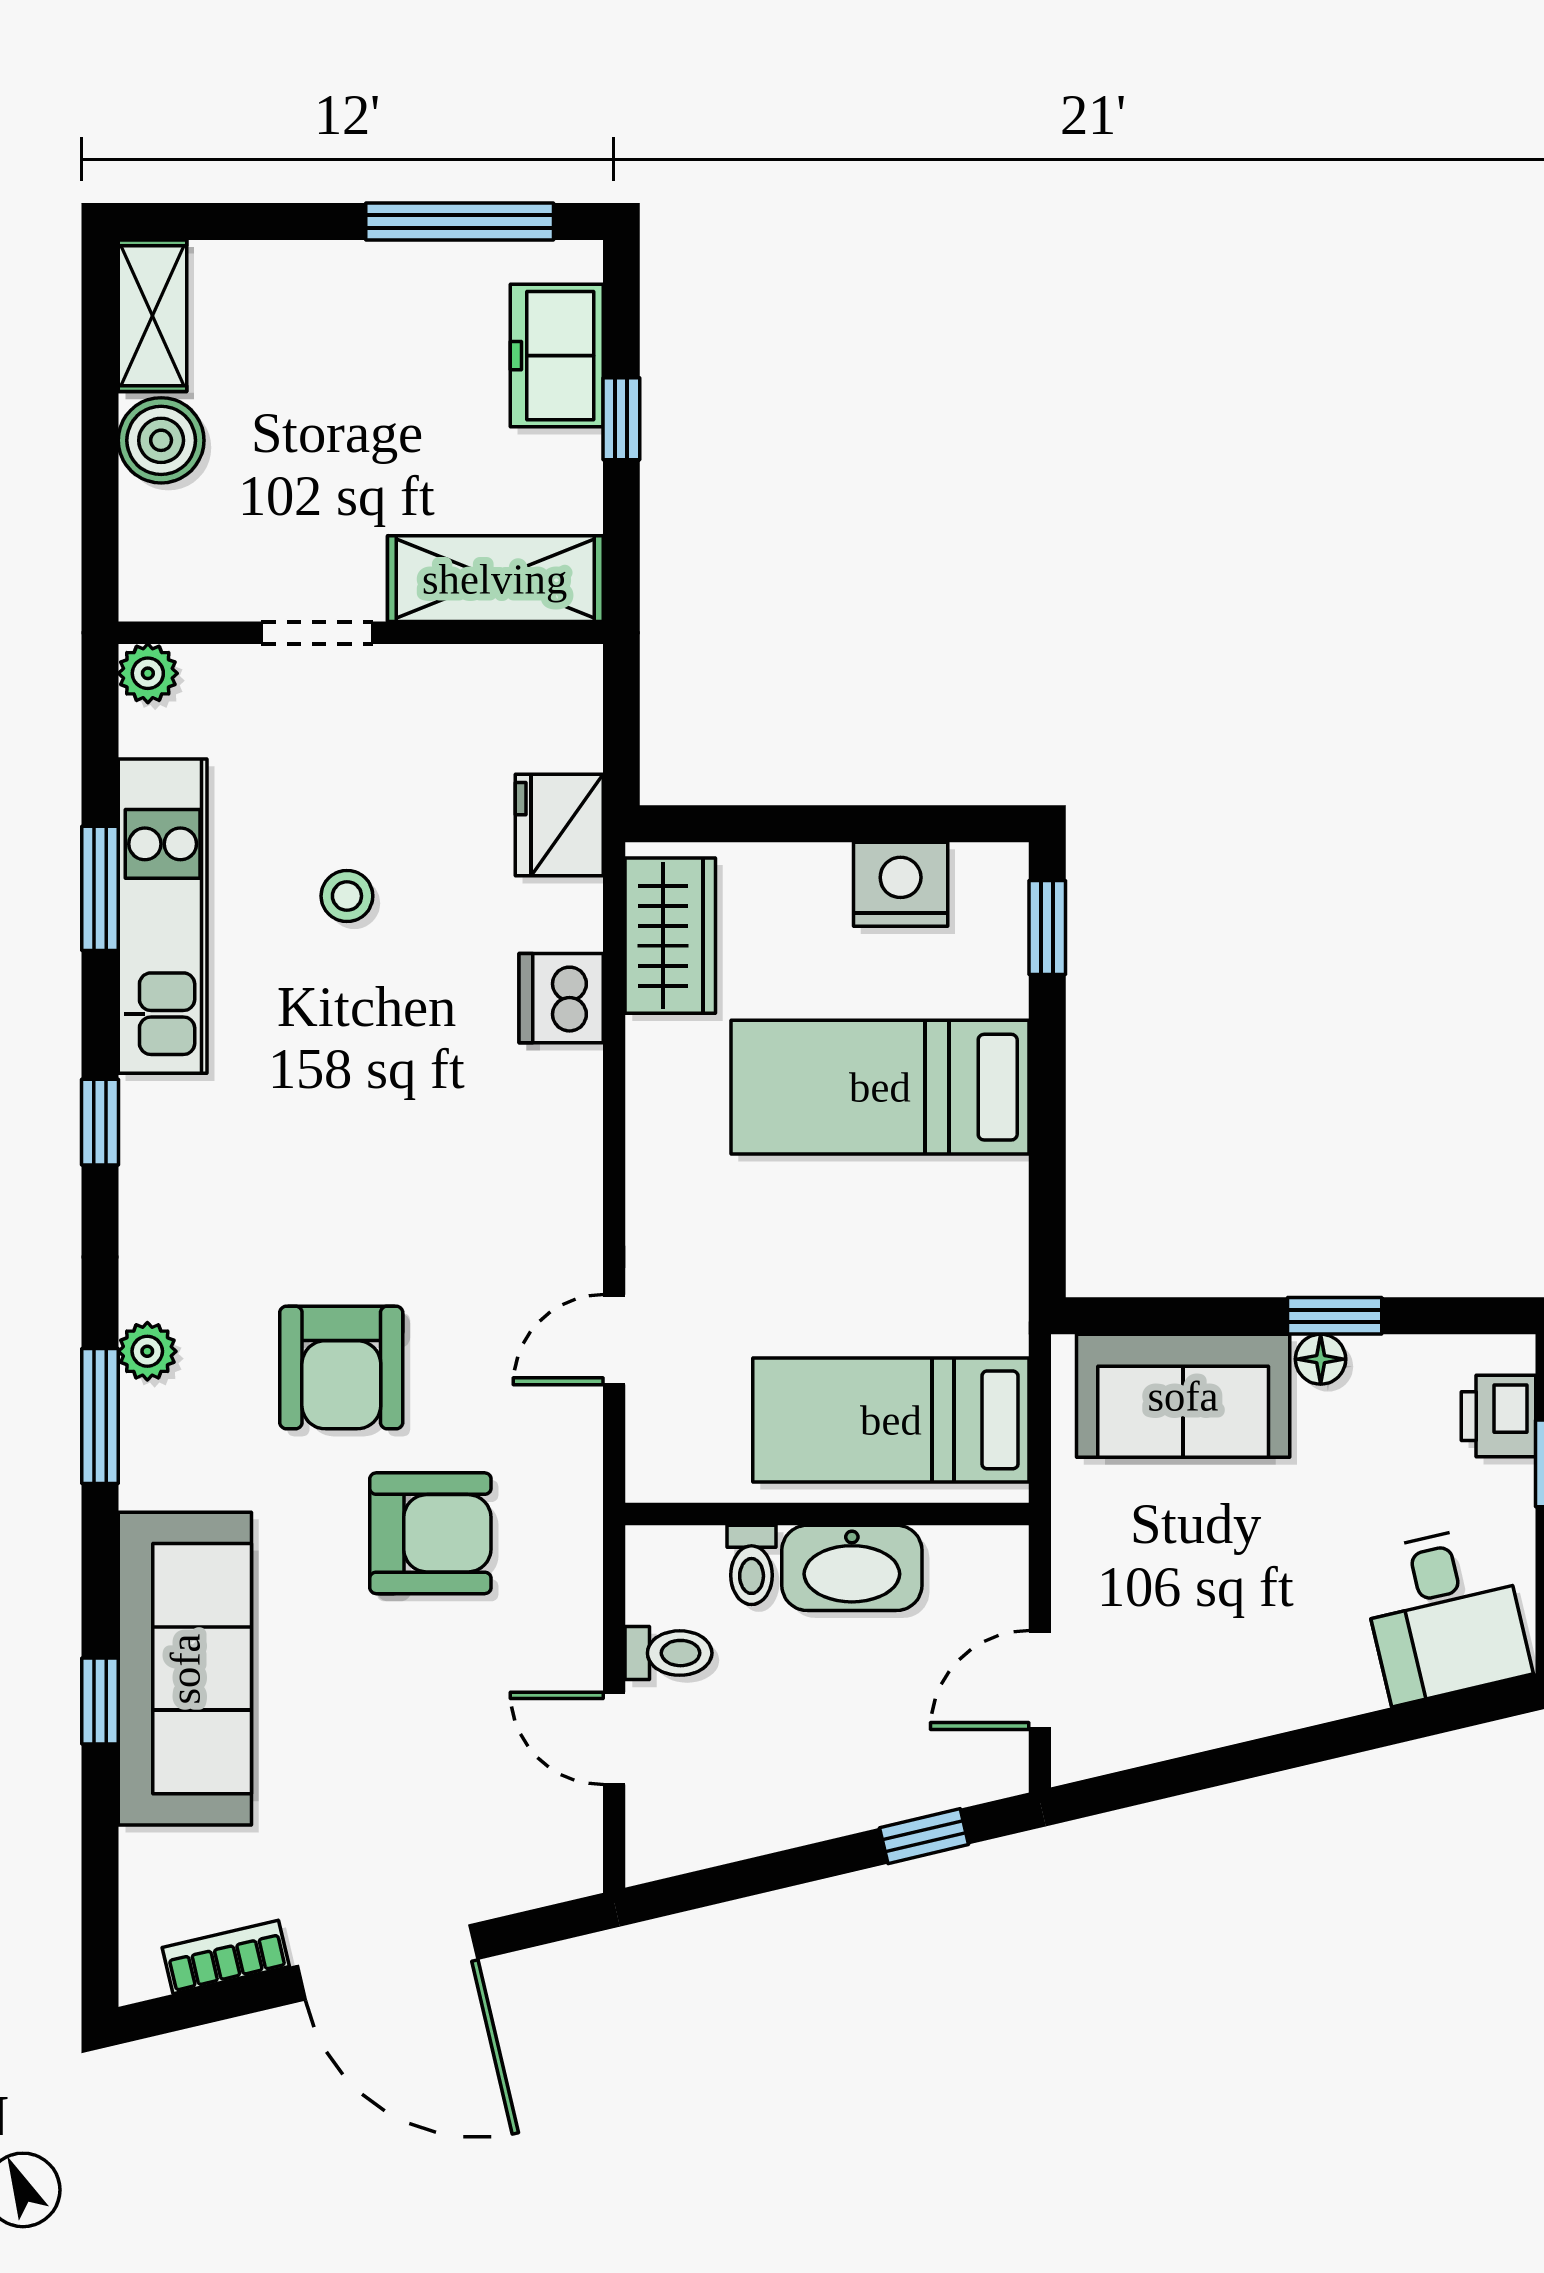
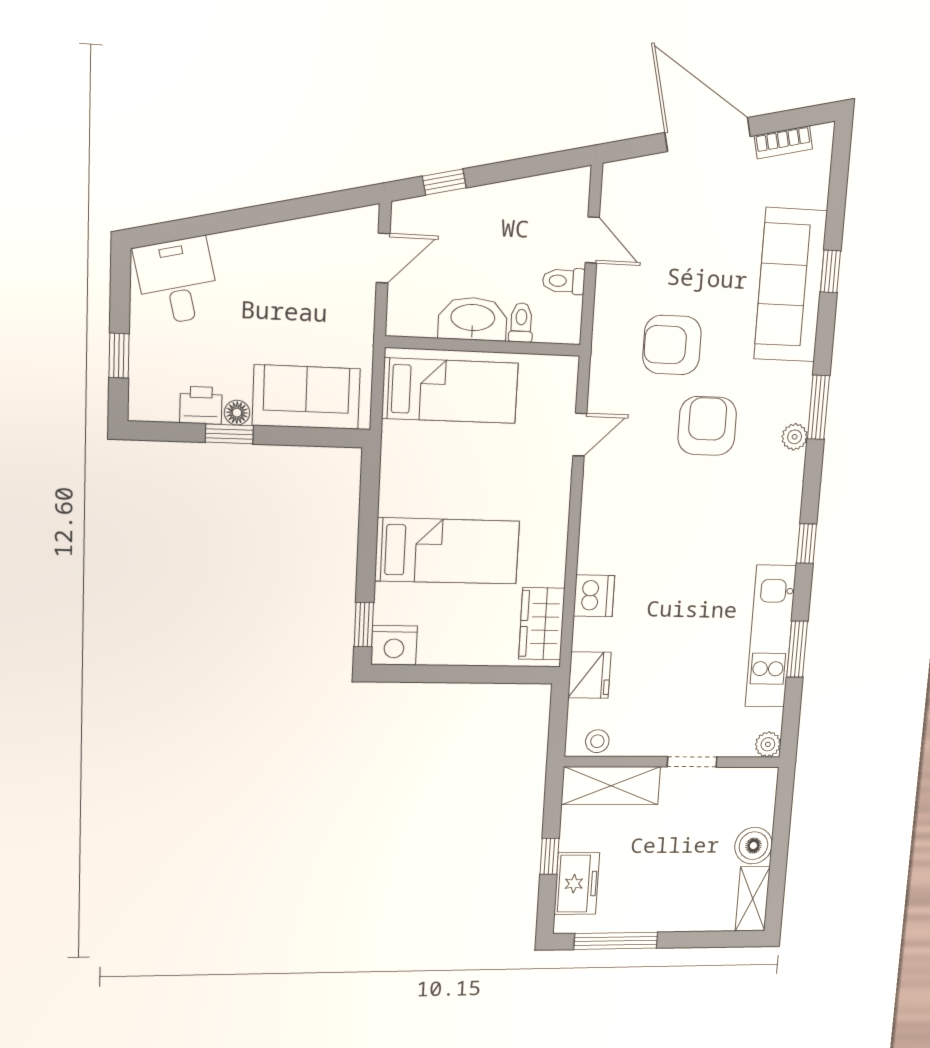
nightstand: (901, 884) -> (394, 645), moved
stool: (347, 896) -> (597, 741), moved
printer: (1499, 1416) -> (201, 405), moved, turned -90

